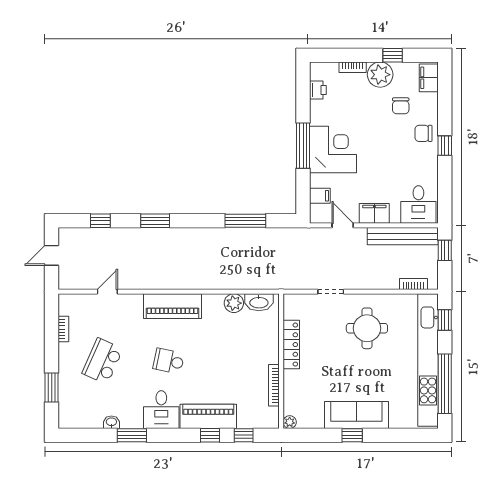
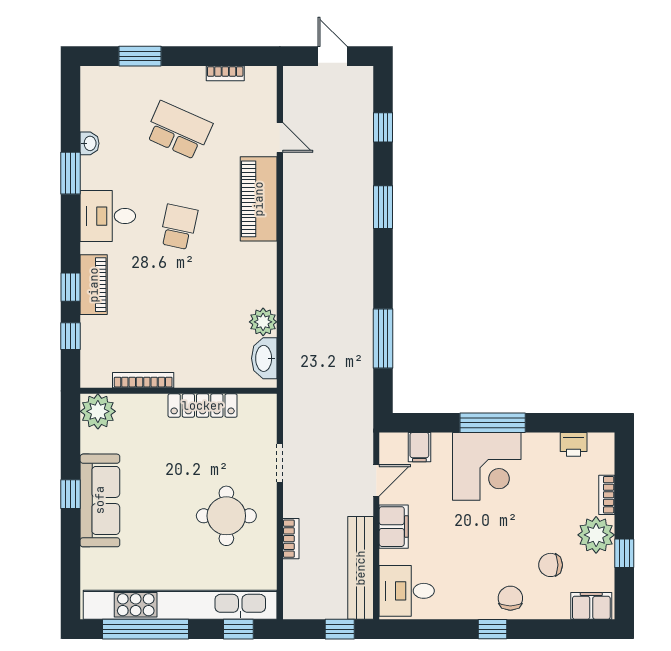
bookcase: (413, 284) -> (291, 539), moved
piano: (173, 306) -> (259, 199), moved
piano: (208, 416) -> (94, 285), width x0.73, depth x0.75
plant: (290, 422) -> (98, 411), width x1.87, depth x1.87

